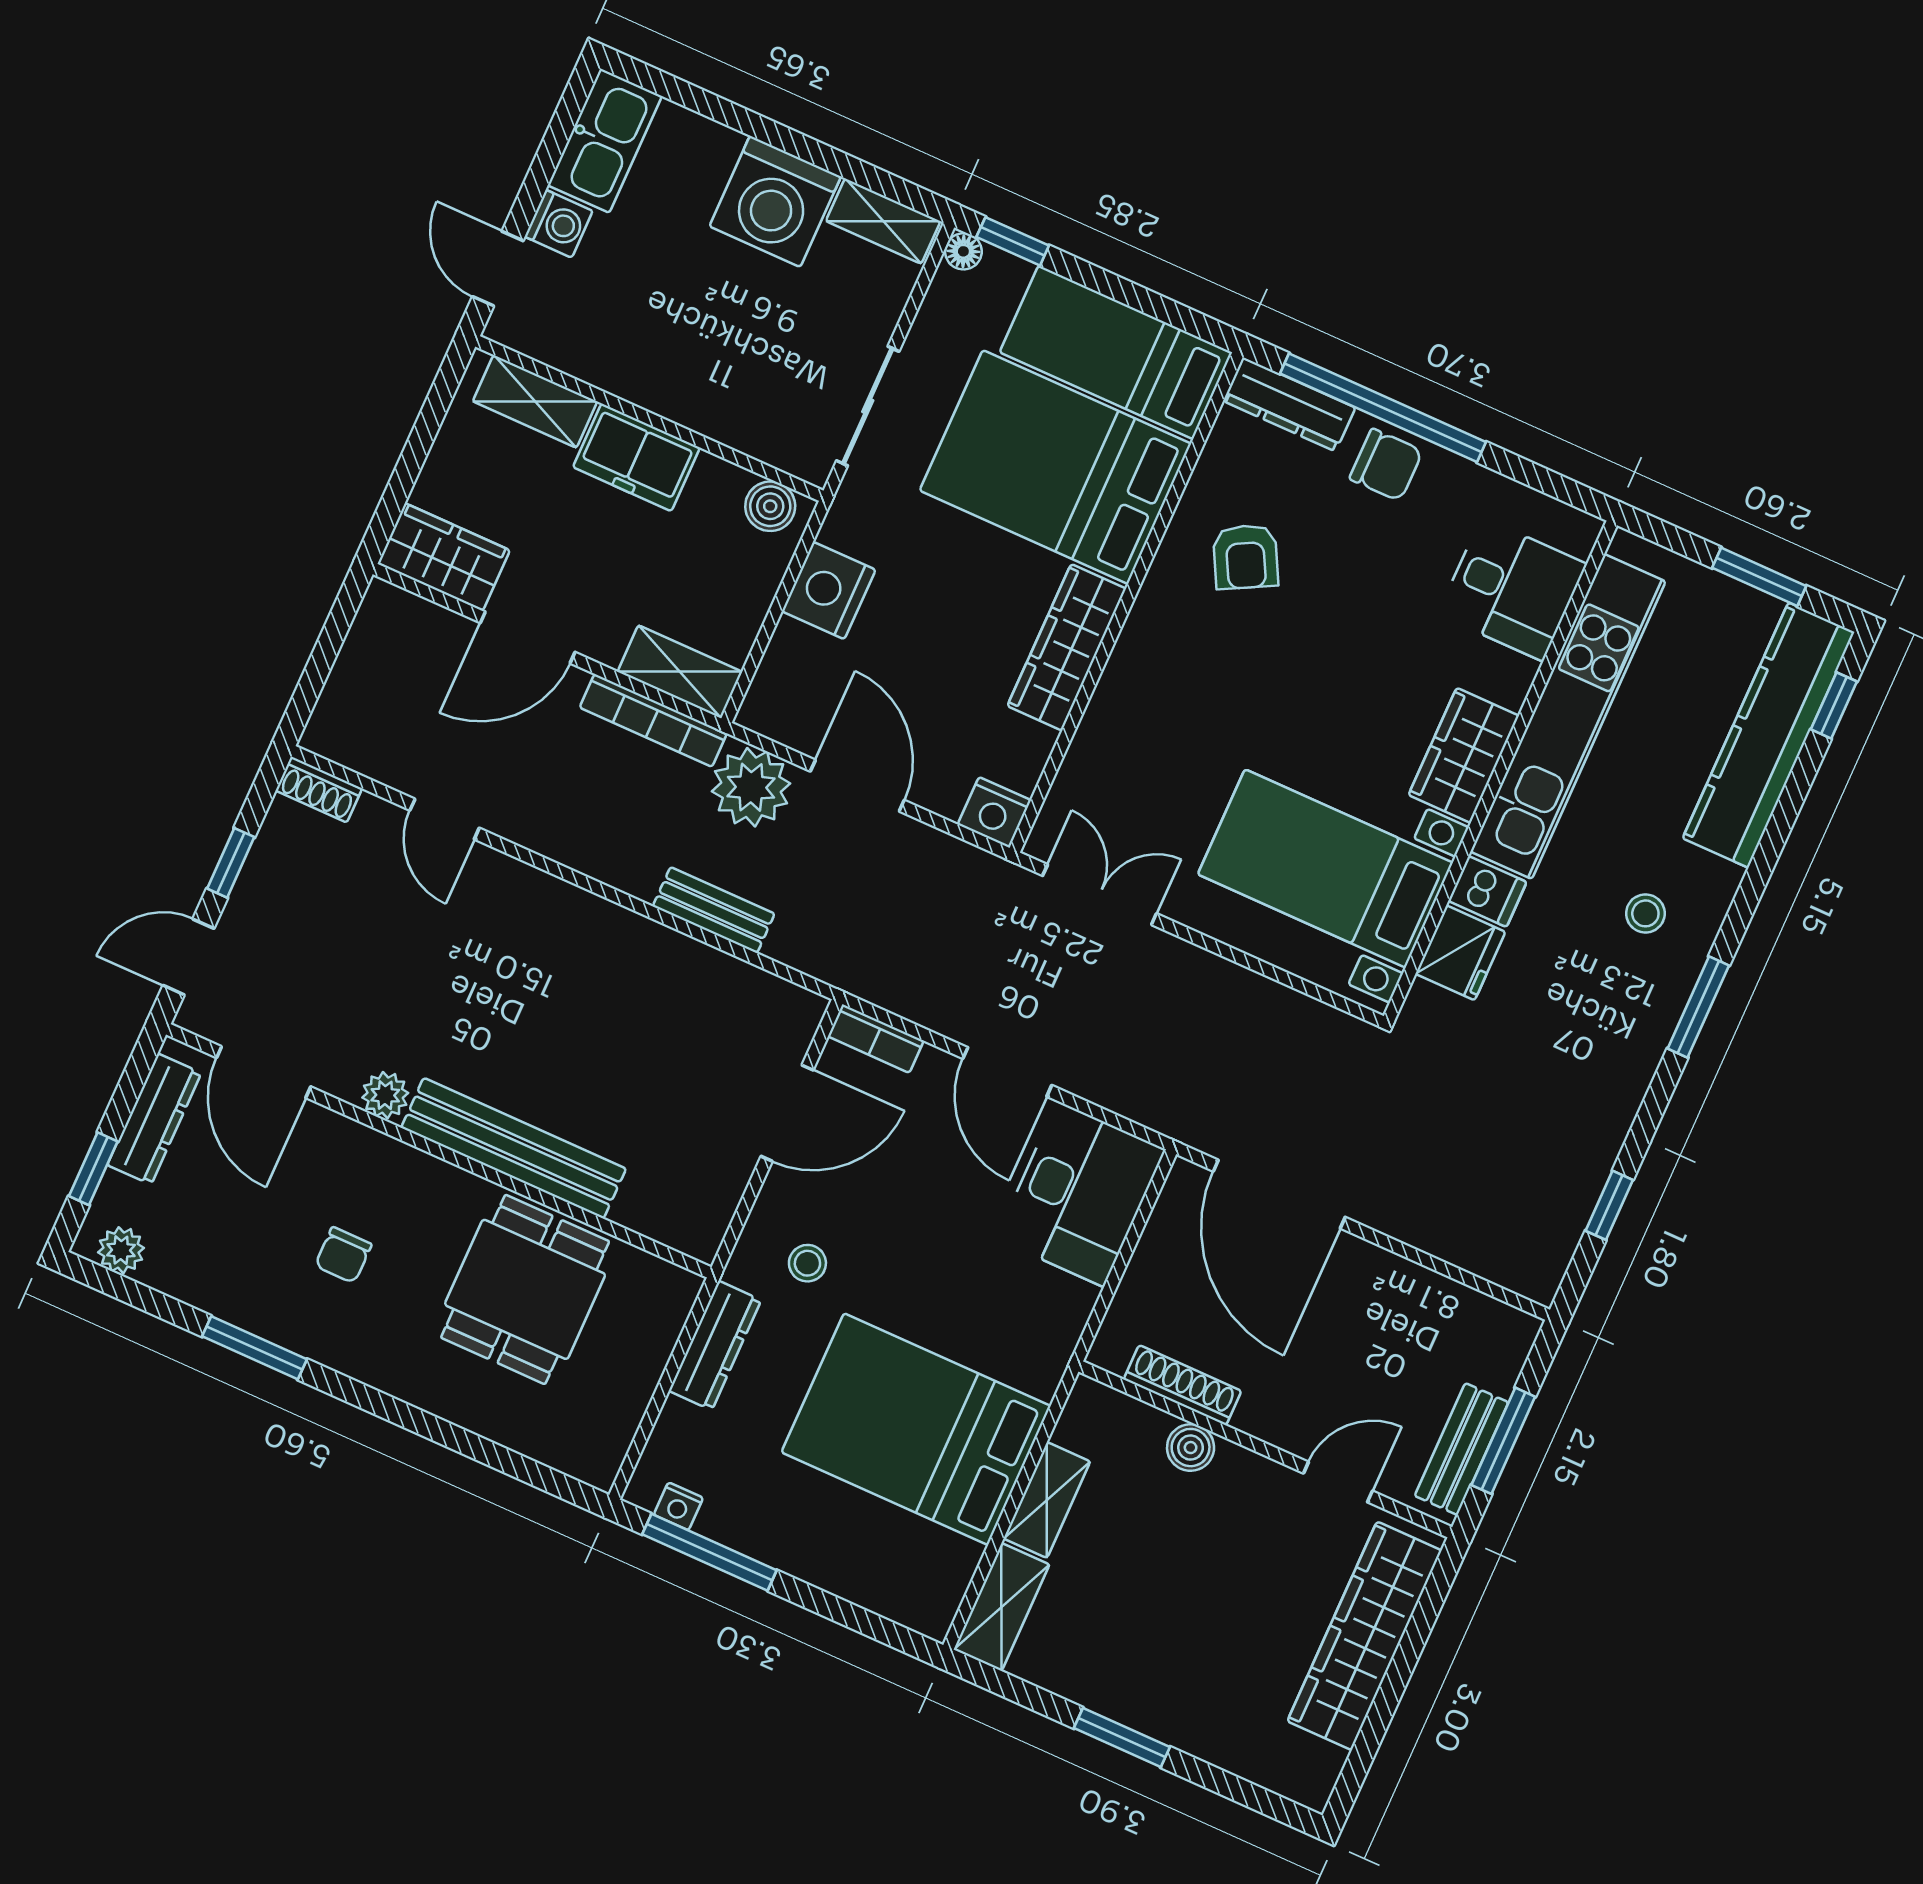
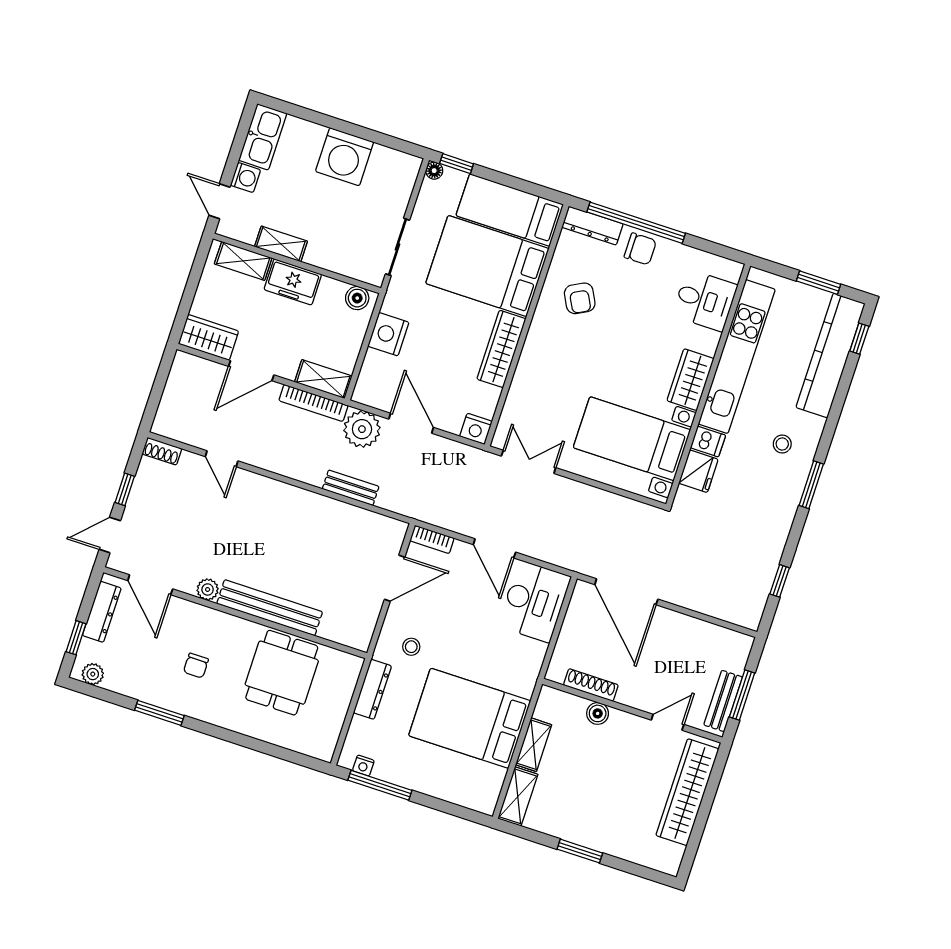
shelving: (883, 221) -> (281, 244), moved

